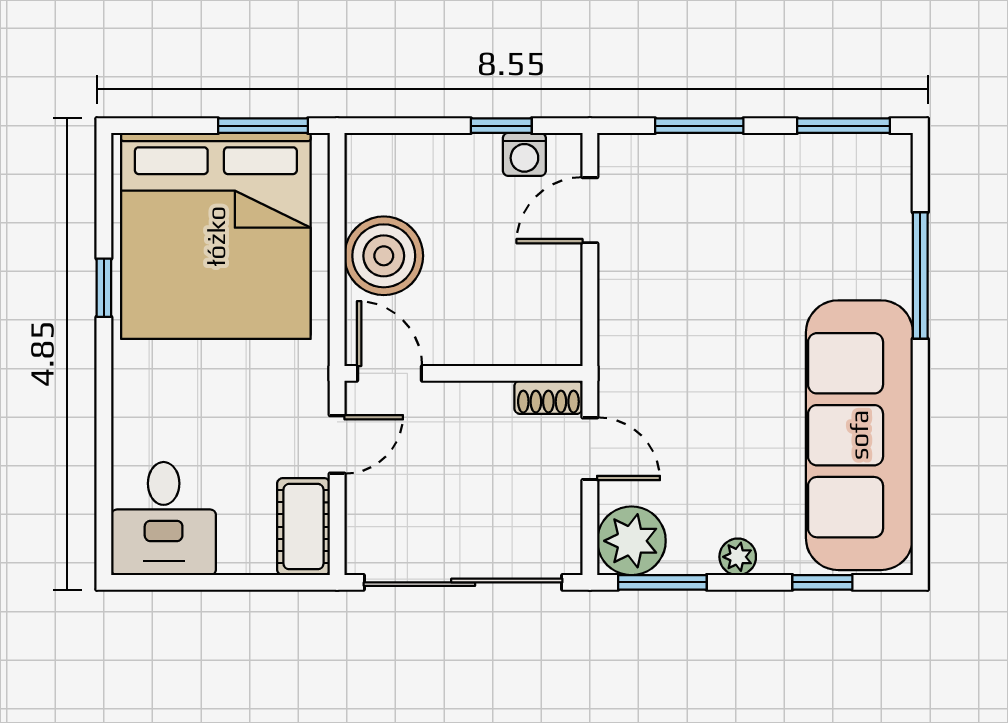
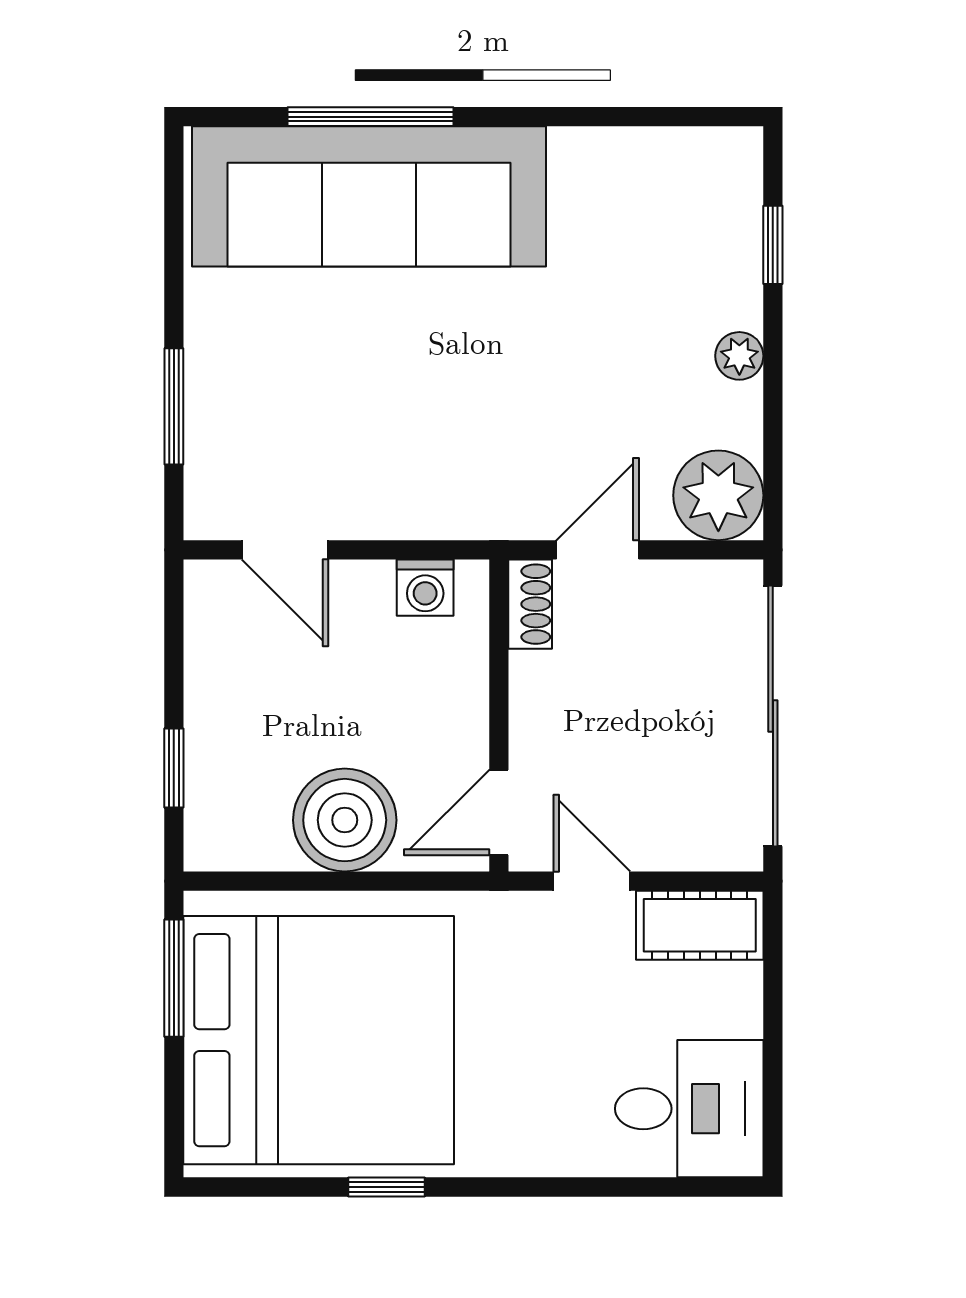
window: (501, 126) -> (174, 768), moved
window: (844, 126) -> (174, 217), removed
washing machine: (524, 154) -> (425, 588), moved, turned 90
sofa: (859, 435) -> (369, 196), moved
window: (662, 582) -> (773, 455), removed

